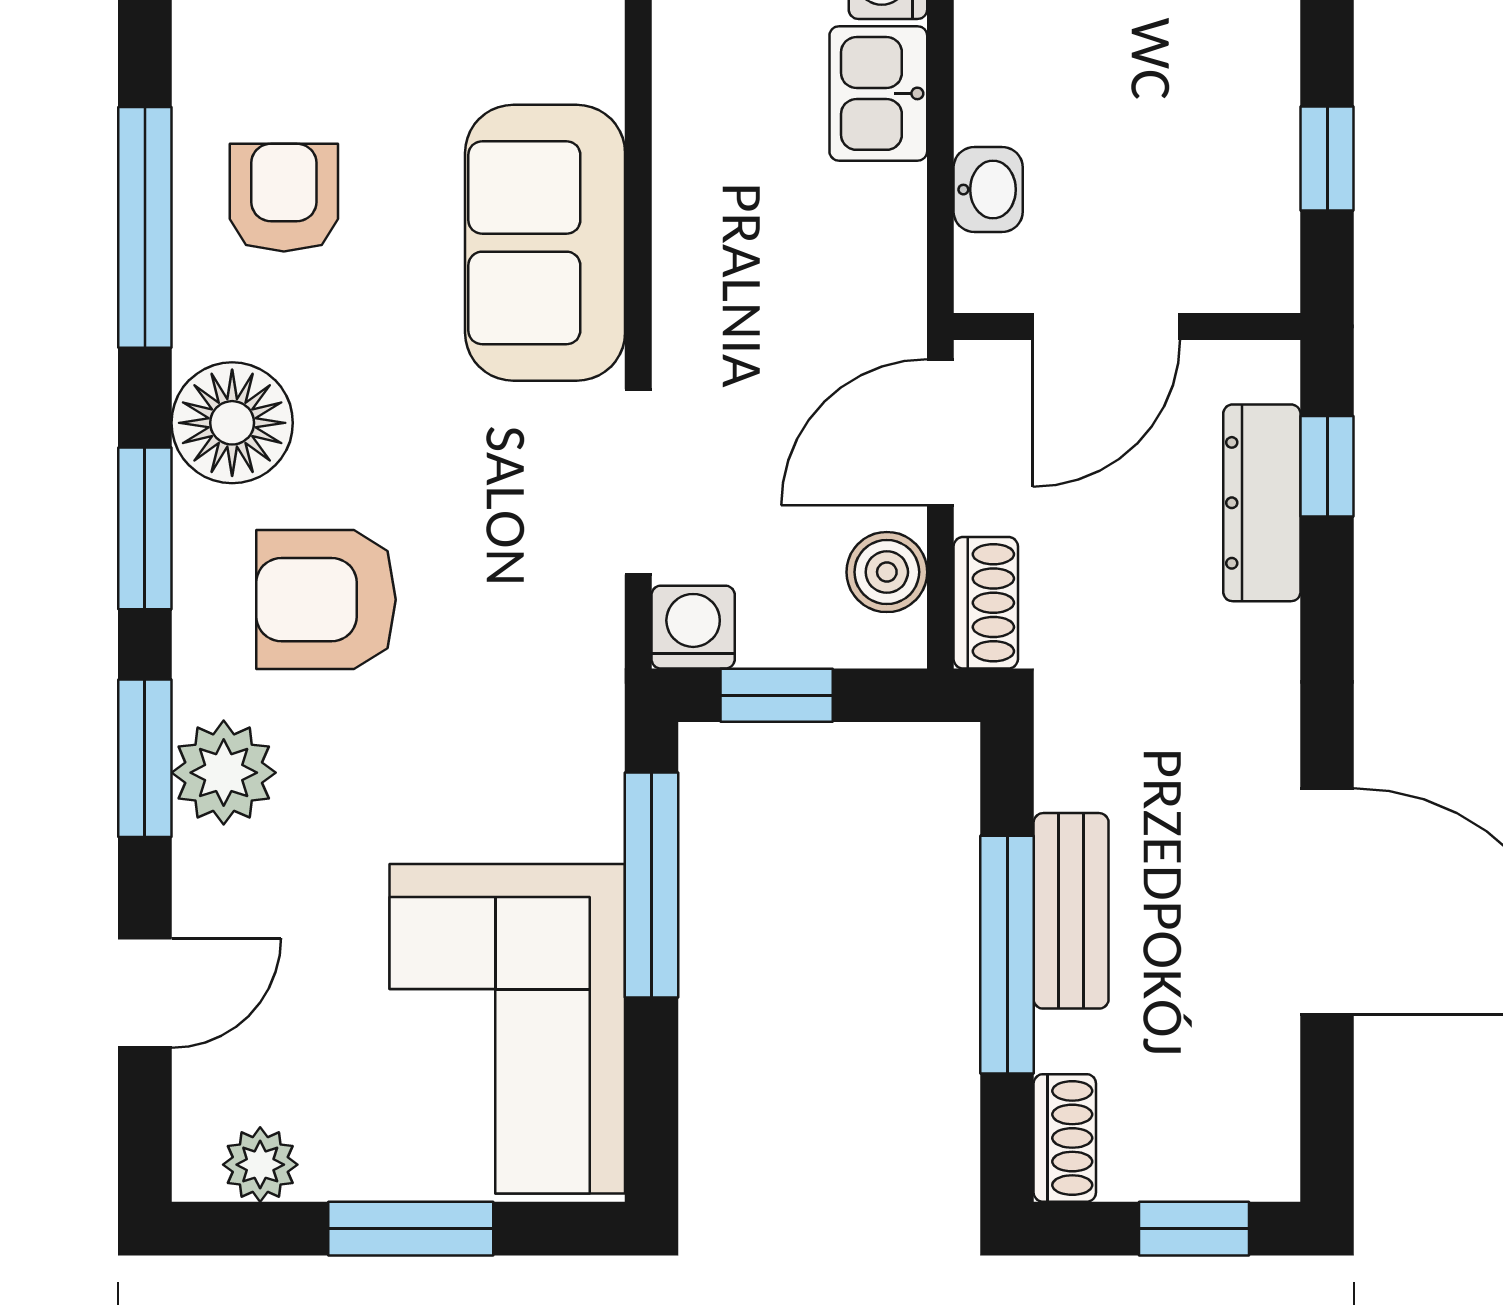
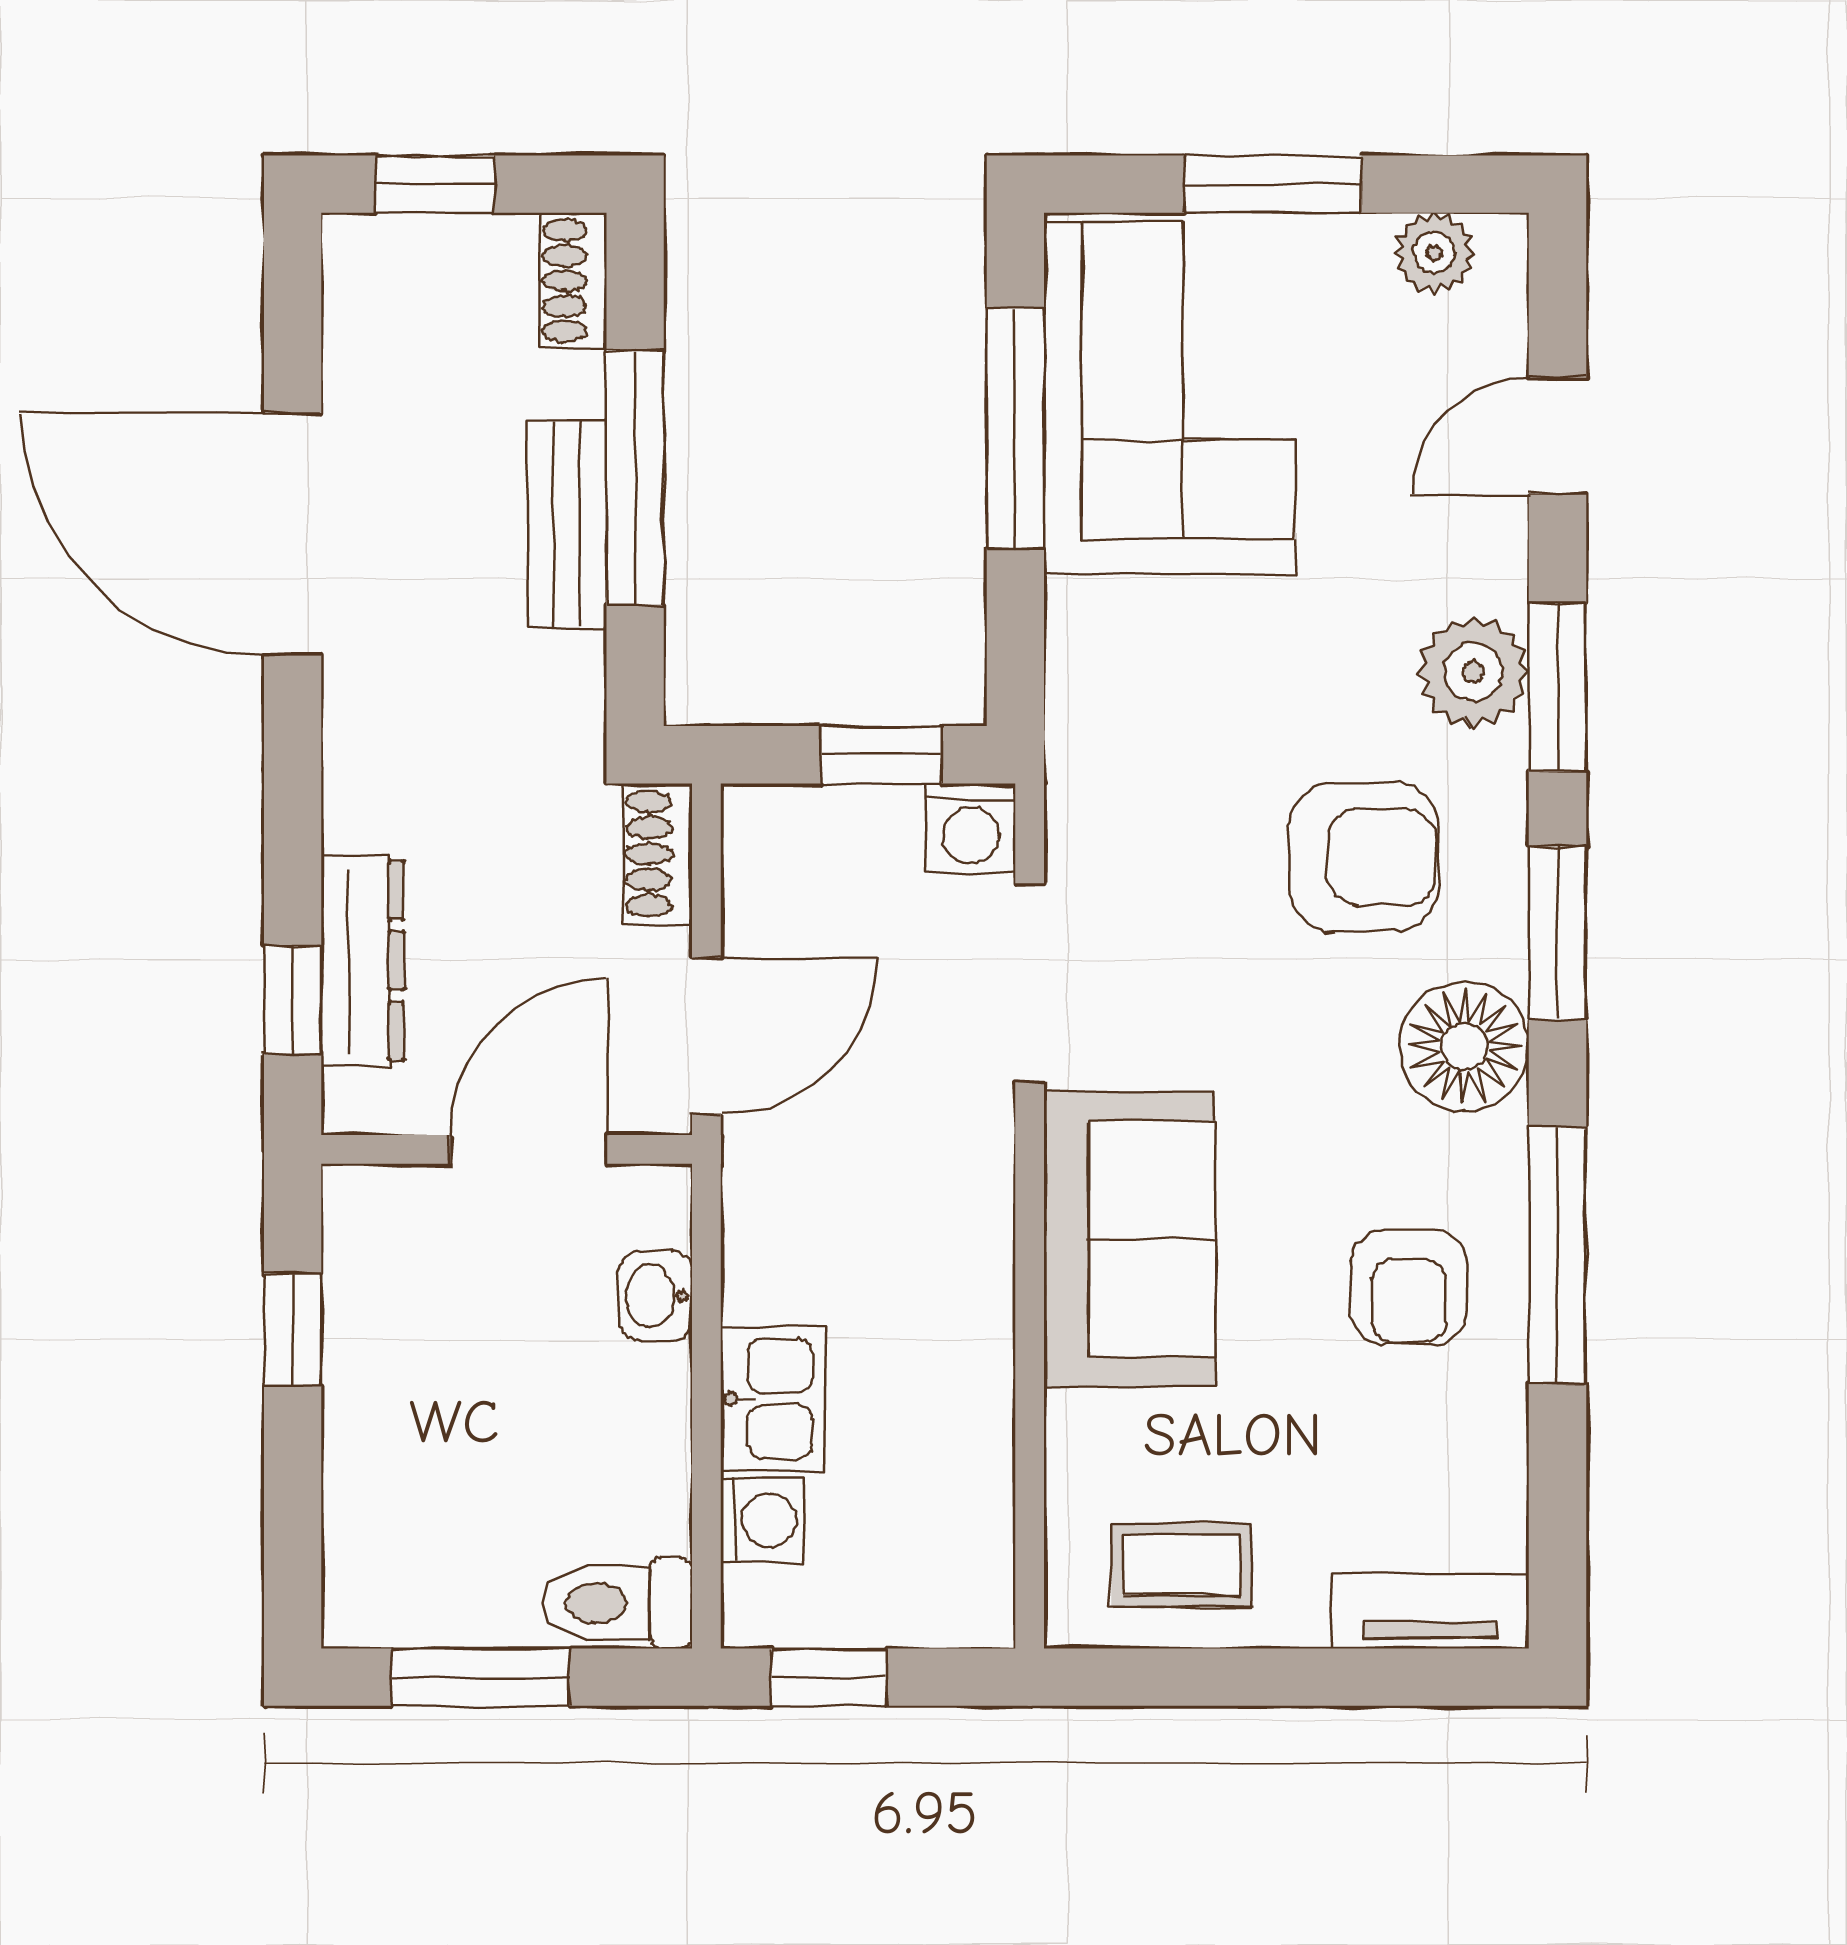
boiler: (887, 572) -> (764, 887), removed
window: (652, 885) -> (1015, 428), moved

